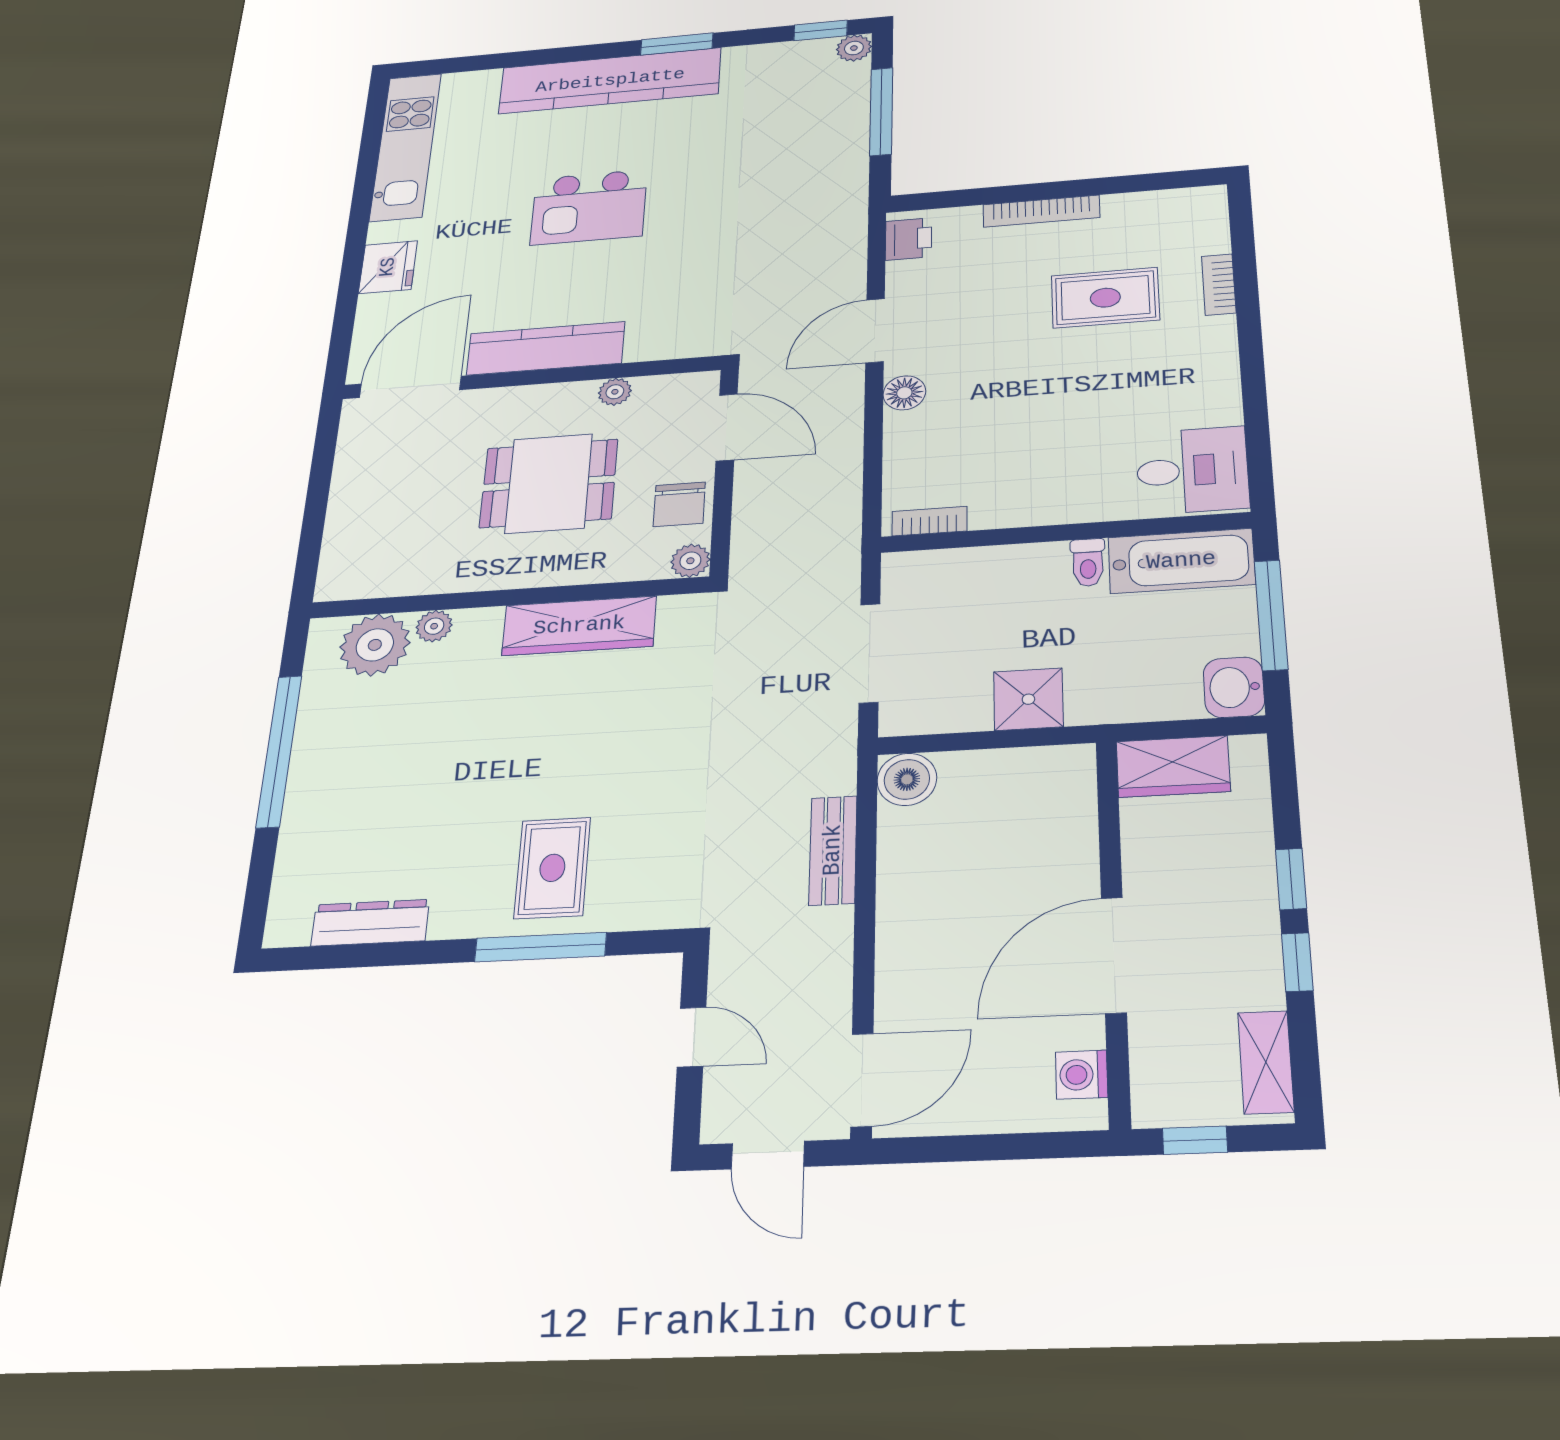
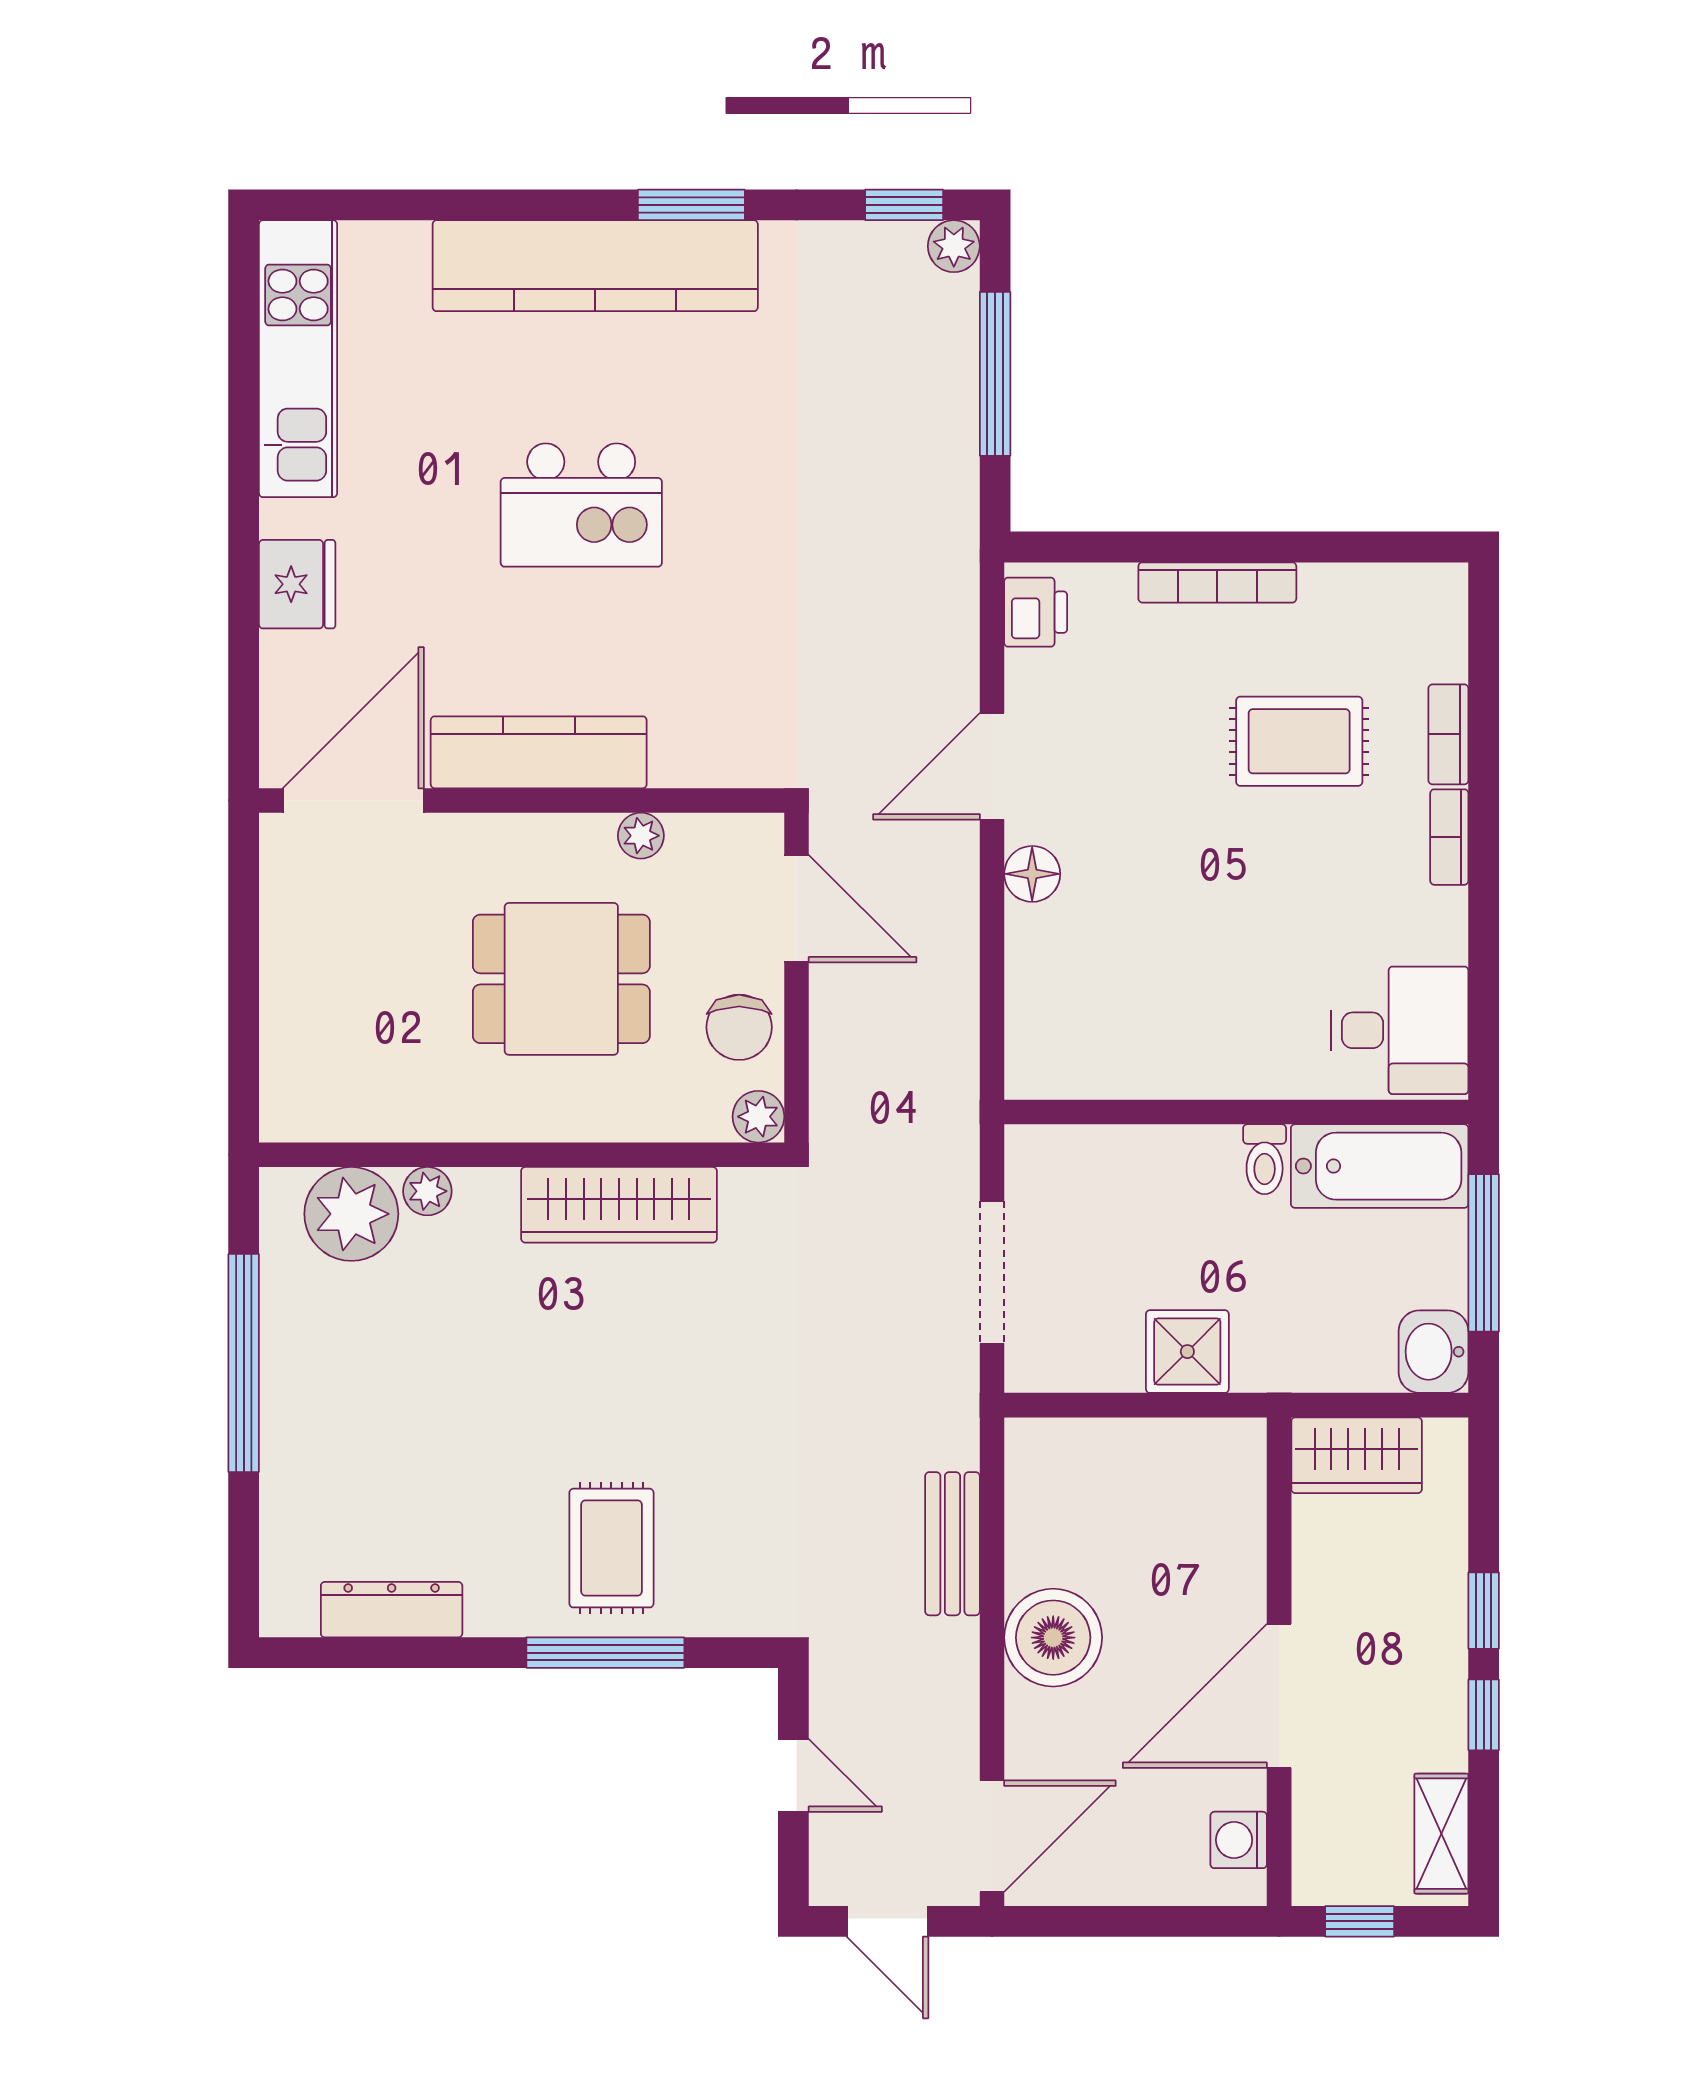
bookcase: (929, 521) -> (1449, 837), moved, turned -90
boiler: (907, 779) -> (1053, 1638), moved, width x1.37, depth x1.37

